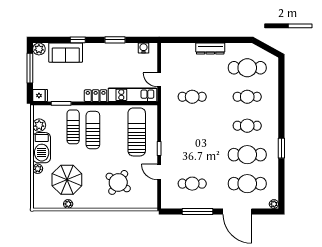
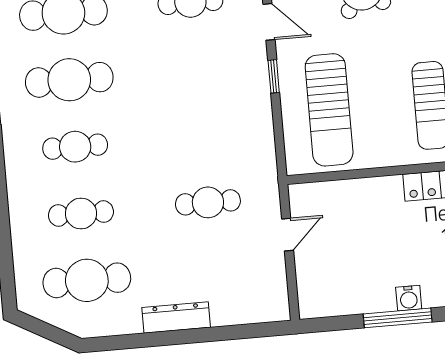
window: (115, 40) -> (398, 318), width x1.44
water cooler: (144, 48) -> (409, 298), moved
door: (159, 80) -> (288, 235), hinge flipped
kitchen unit: (132, 95) -> (346, 195), removed

